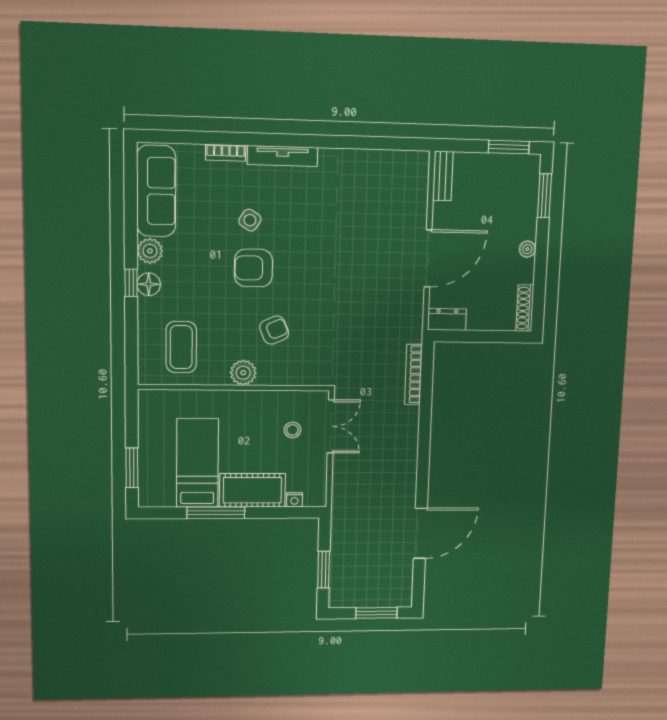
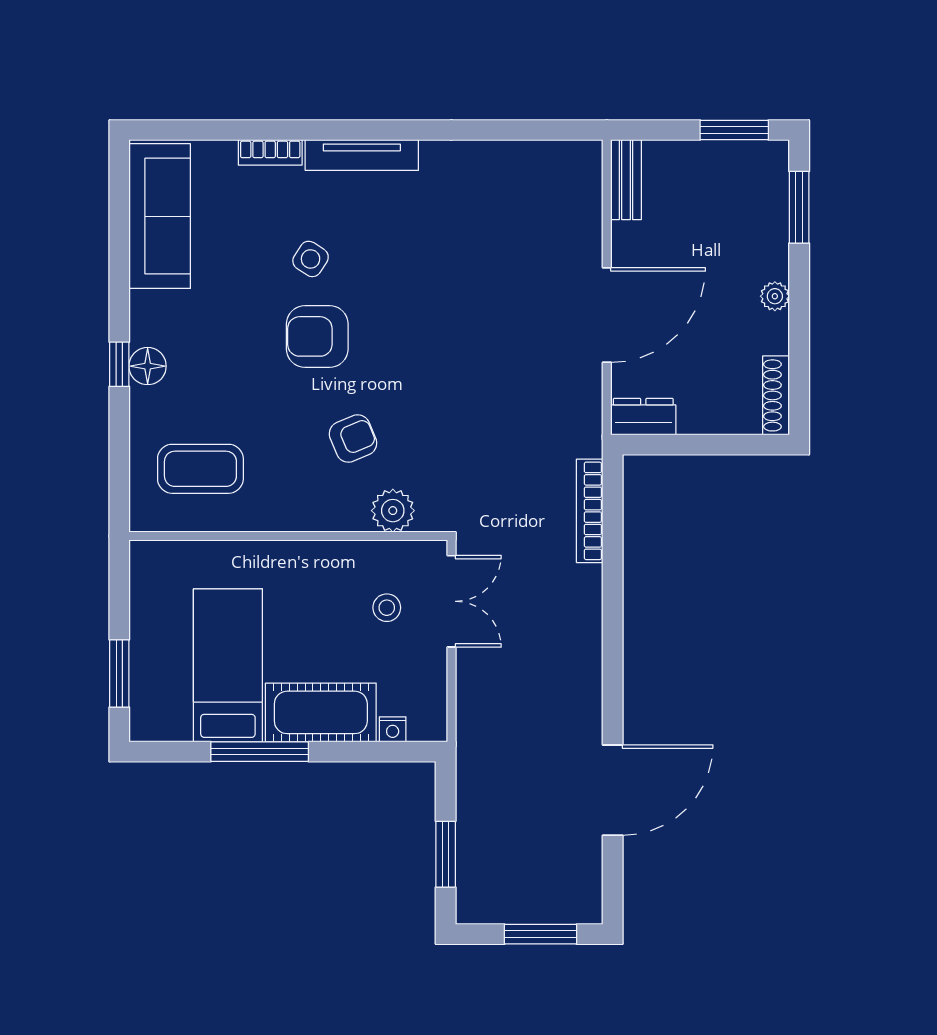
plant: (150, 251) -> (150, 312), removed
coffee table: (181, 347) -> (200, 469), turned 90
plant: (243, 373) -> (393, 511), moved

